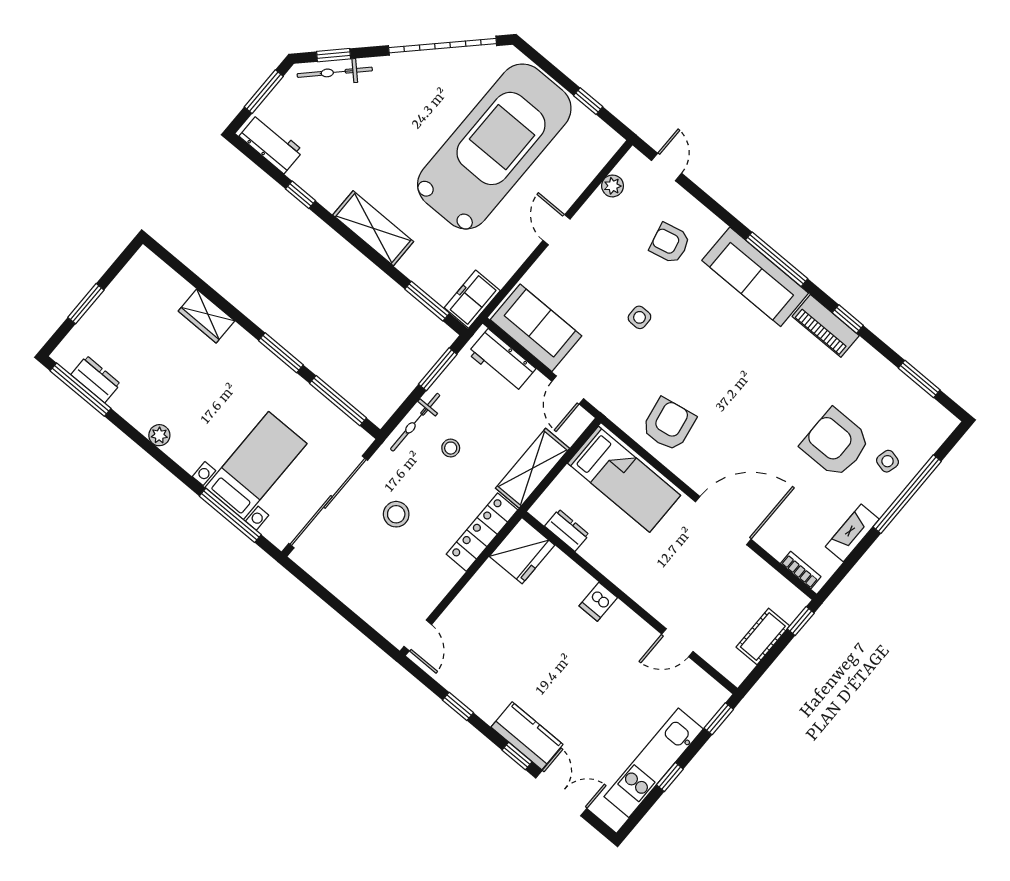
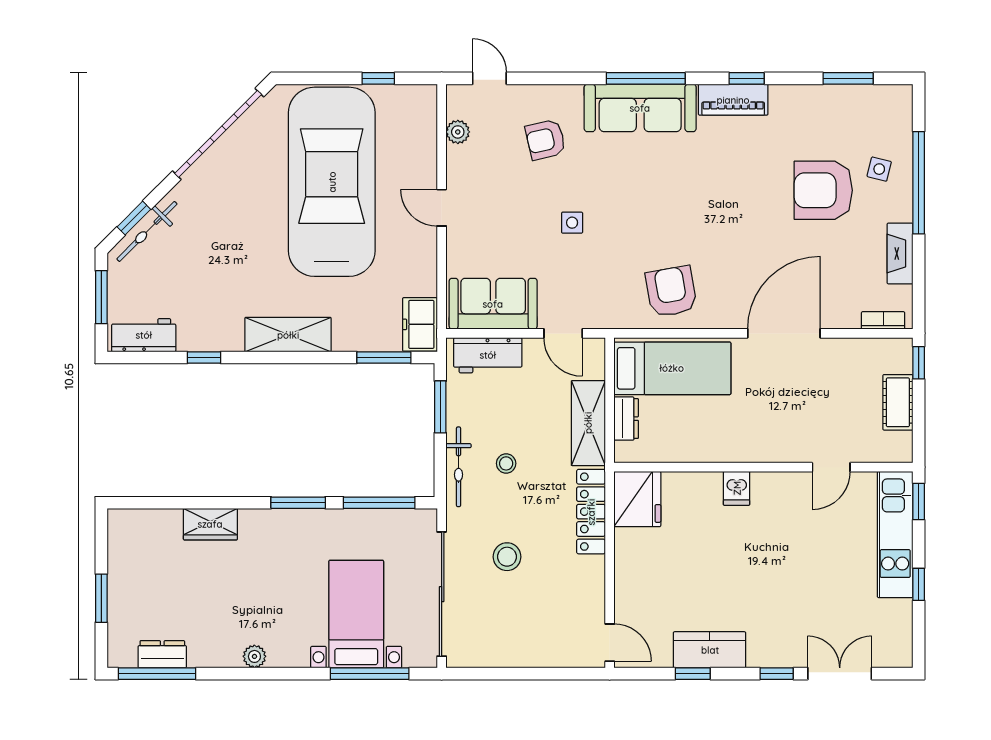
dresser: (567, 530) -> (626, 419), moved, turned 90
kitchen counter: (527, 736) -> (710, 650), moved
kitchen unit: (654, 763) -> (895, 535), moved

